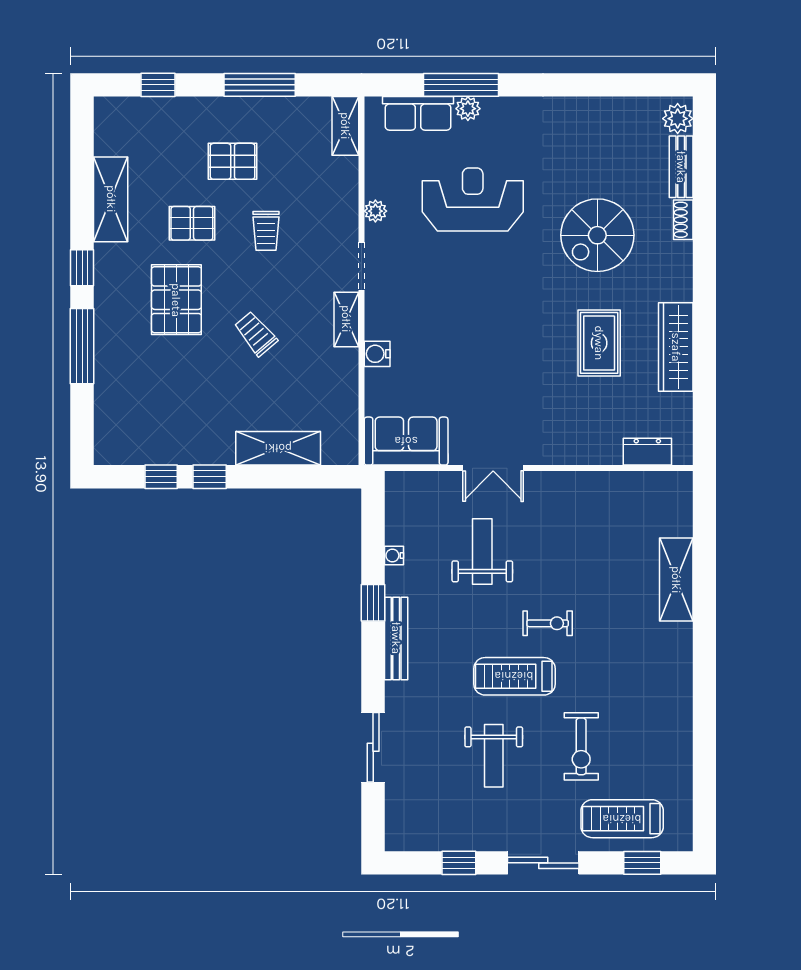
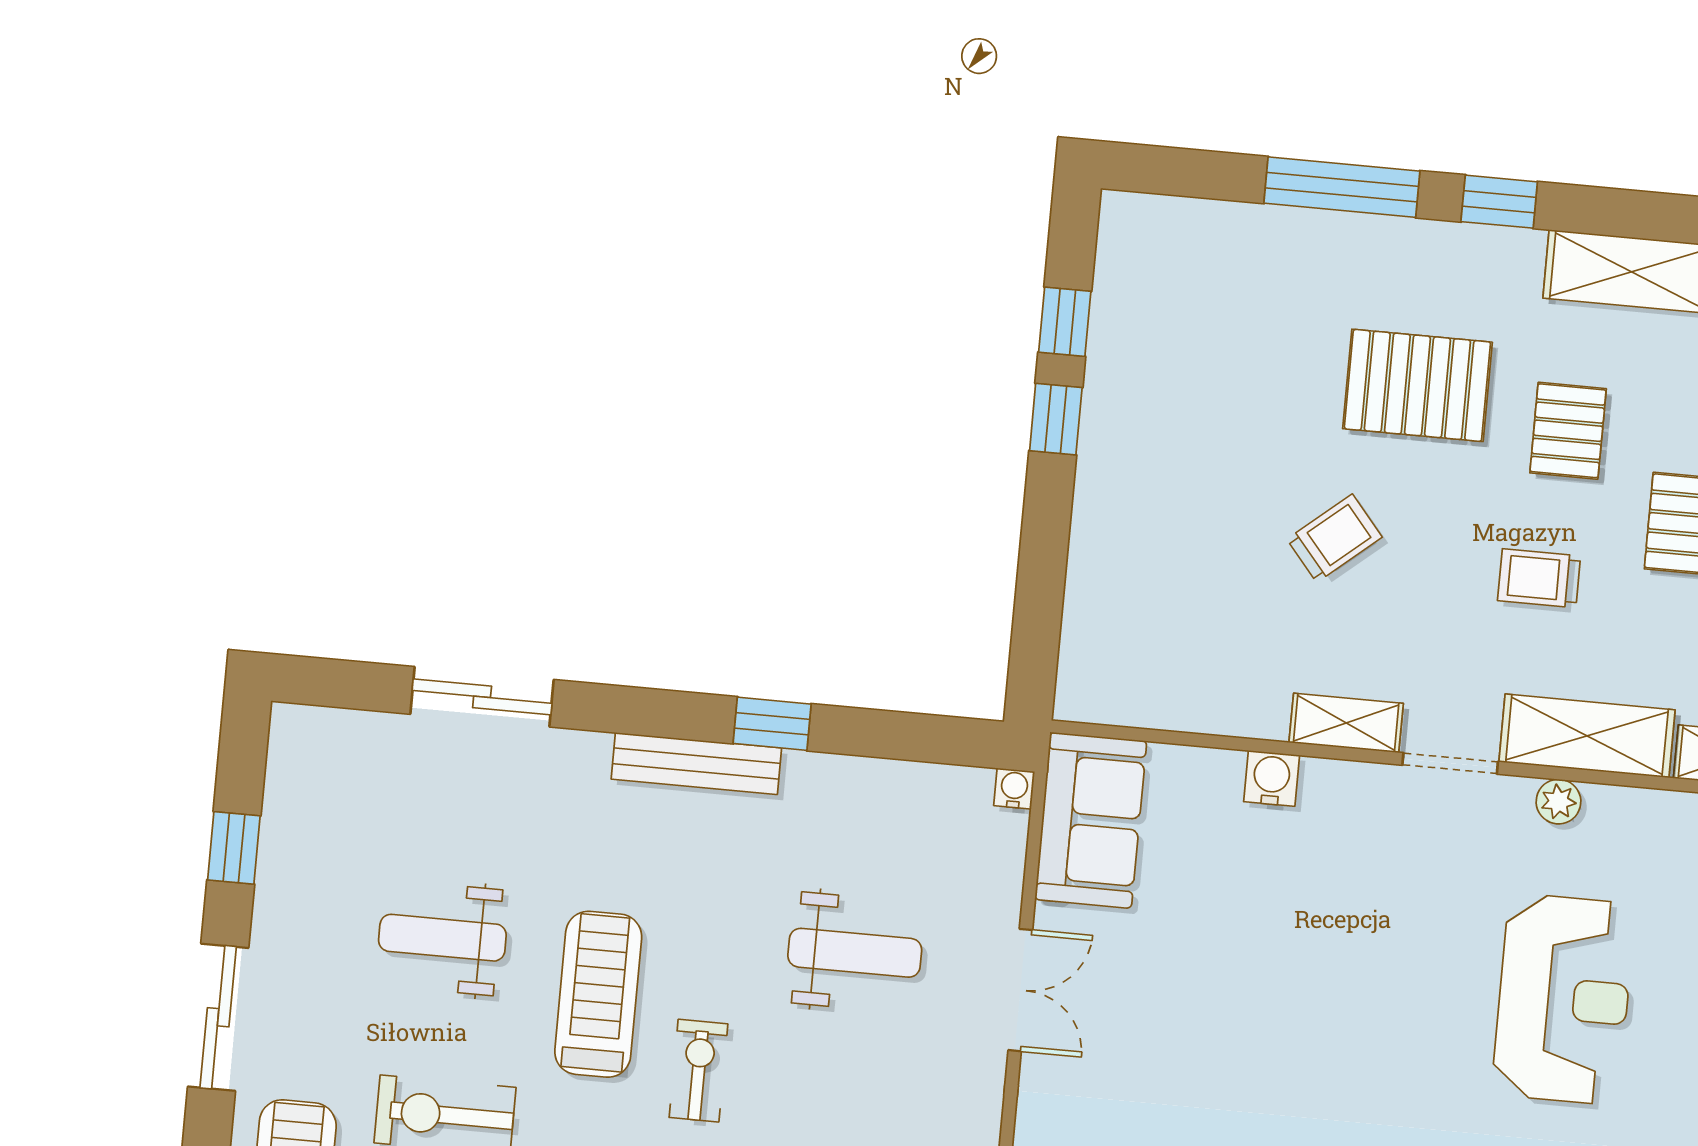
shelving: (278, 448) -> (1587, 736), moved, turned 90
double door: (493, 468) -> (1020, 990), swing flipped
water cooler: (394, 556) -> (1014, 789), moved
exercise bike: (548, 623) -> (698, 1071), turned 180

